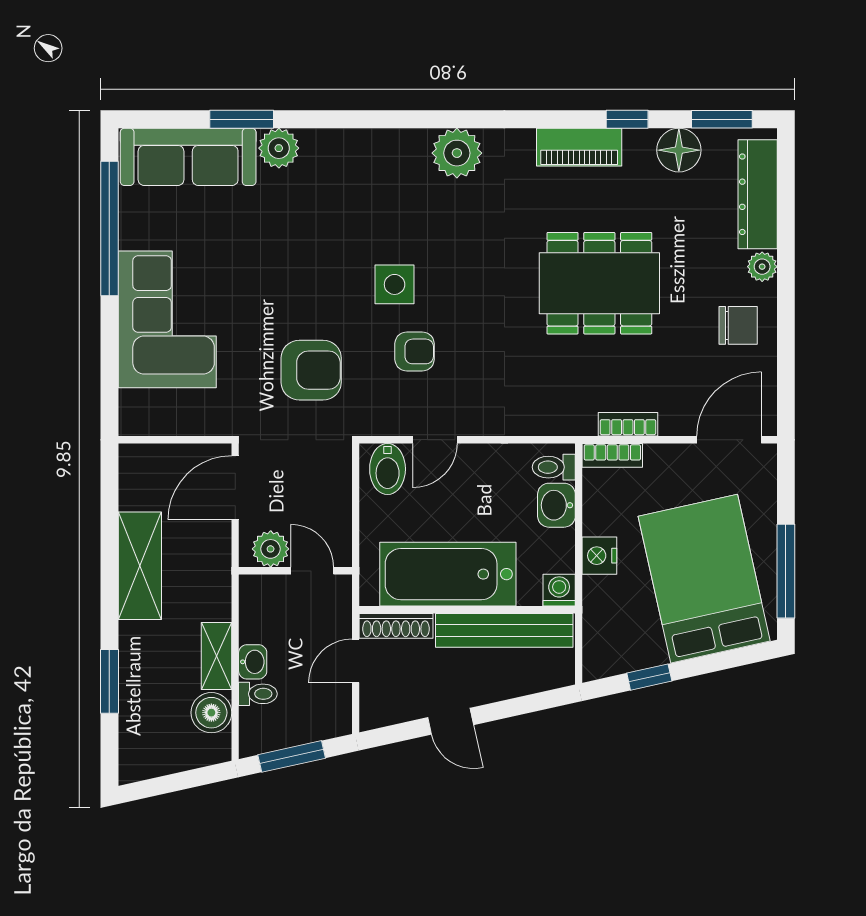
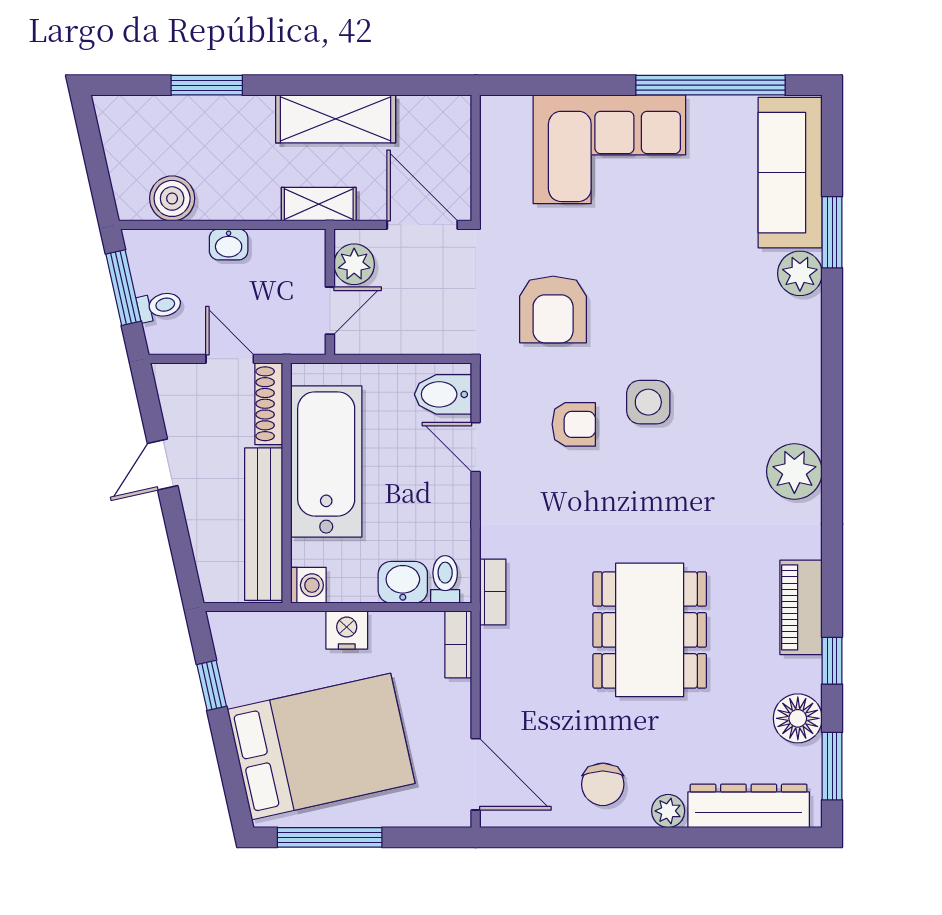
armchair: (415, 351) -> (574, 424), turned -90
bookcase: (628, 424) -> (493, 592), moved
shelving: (216, 656) -> (319, 204), moved
toilet: (258, 694) -> (159, 306), moved, turned -103

